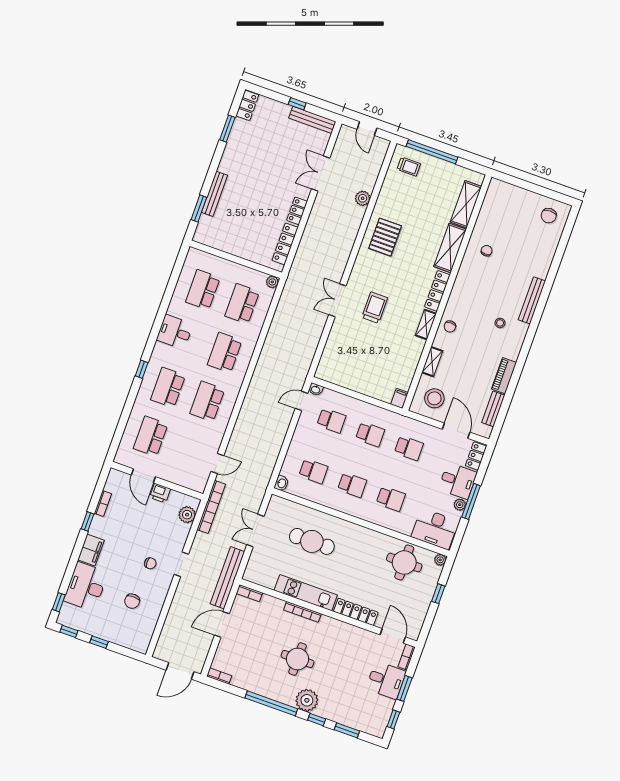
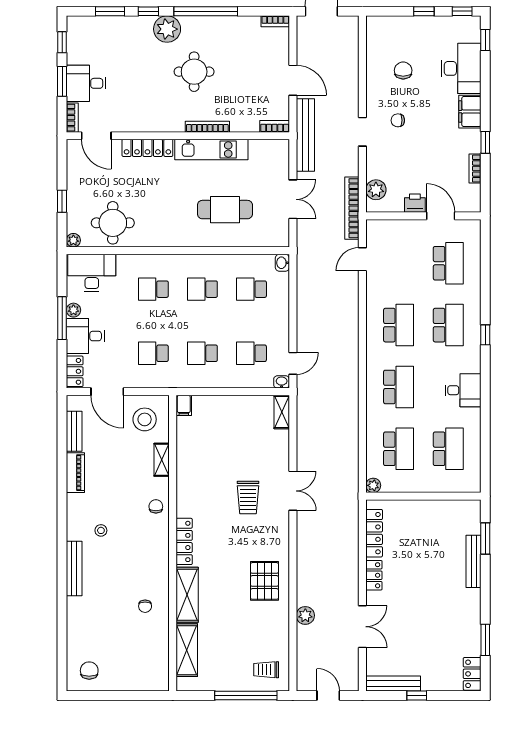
shelving: (426, 324) -> (282, 412), moved
door: (222, 624) -> (293, 80), hinge flipped

